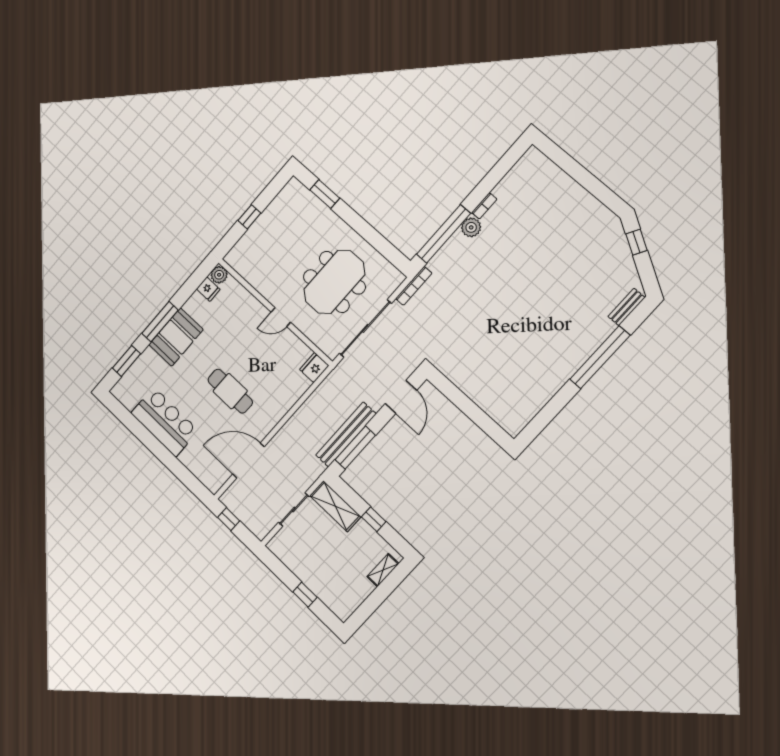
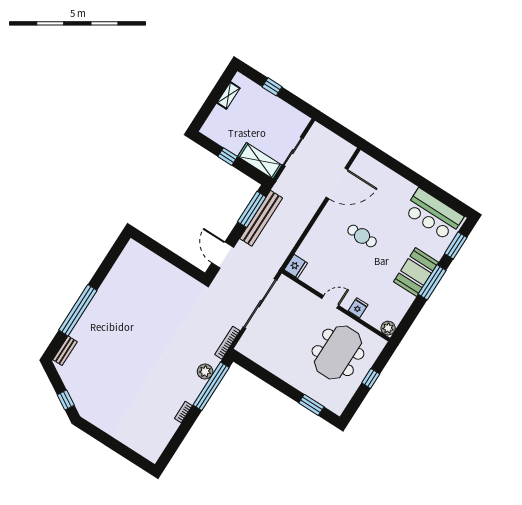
plant: (471, 227) -> (205, 372), moved
meeting table: (334, 282) -> (338, 352), moved
fridge: (208, 289) -> (358, 308), moved, turned 90
cafe table: (230, 391) -> (362, 236), width x0.73, depth x0.74
bar counter: (165, 422) -> (434, 214), moved
window: (229, 519) -> (345, 134), removed
shelving: (383, 570) -> (228, 95), moved

